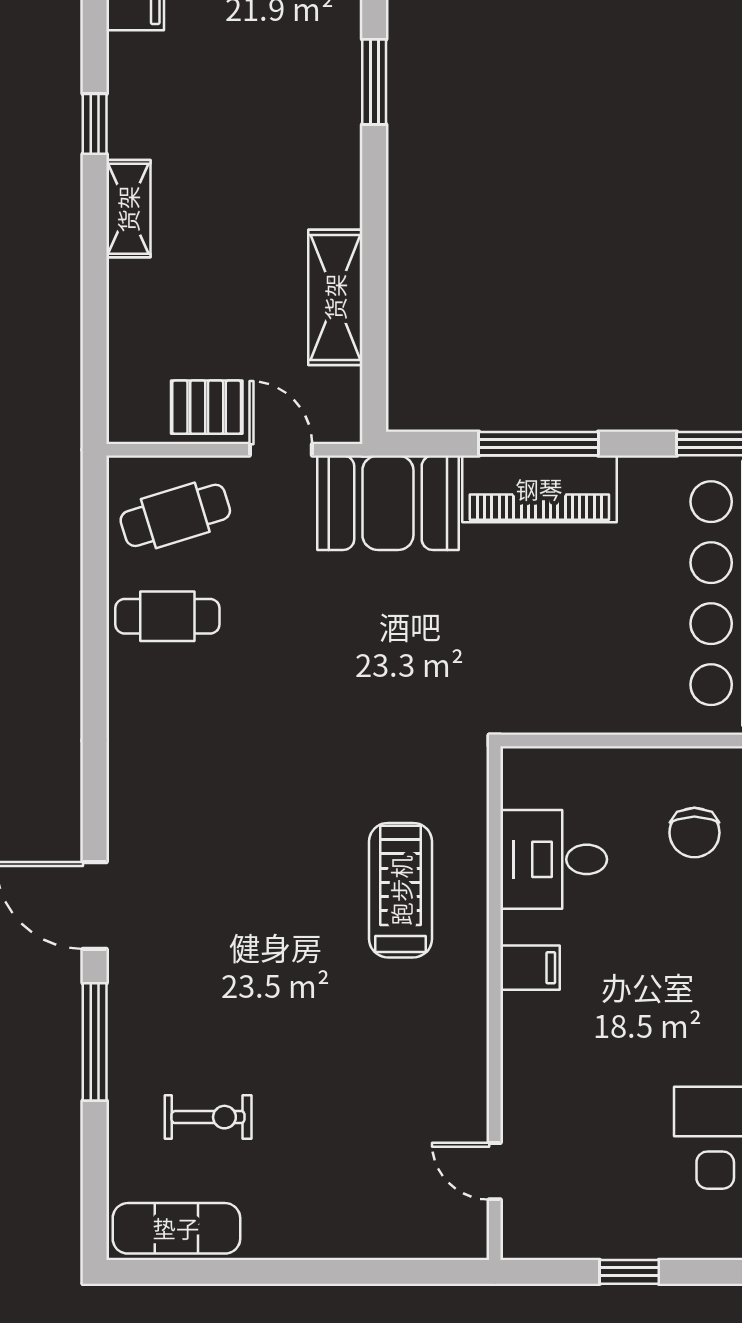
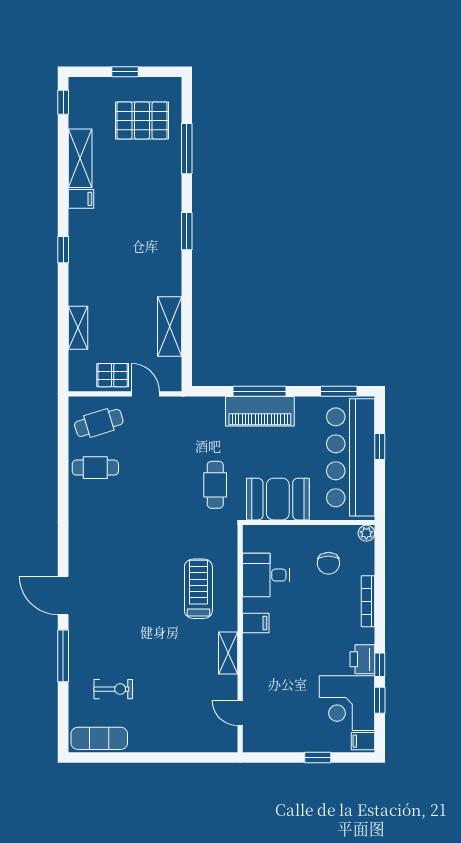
shelving: (128, 209) -> (78, 328), moved
booth: (388, 503) -> (278, 499), moved
cafe table: (438, 655) -> (215, 485), added
shelving: (468, 1036) -> (228, 653), added
window: (629, 1272) -> (318, 758), moved

